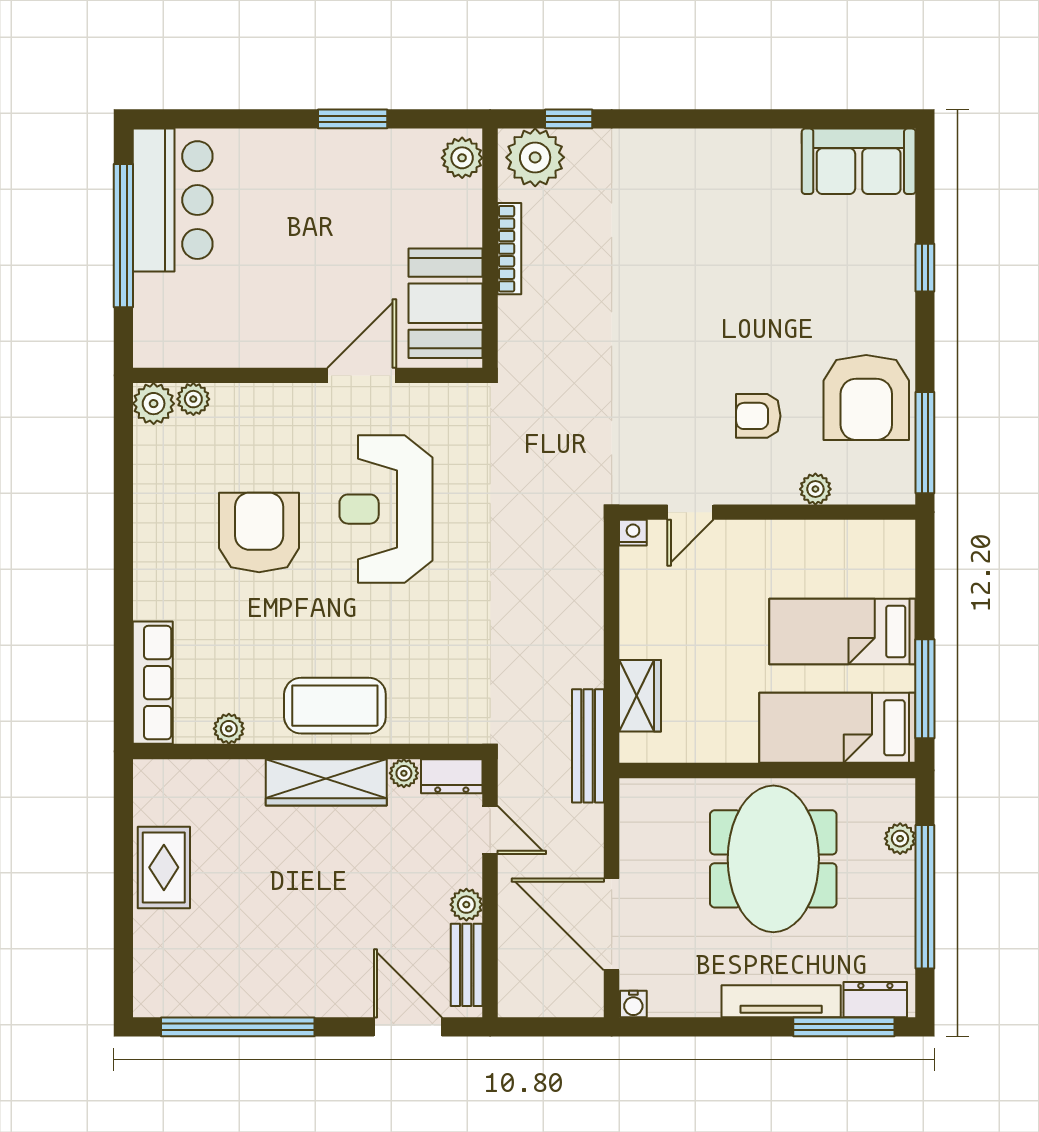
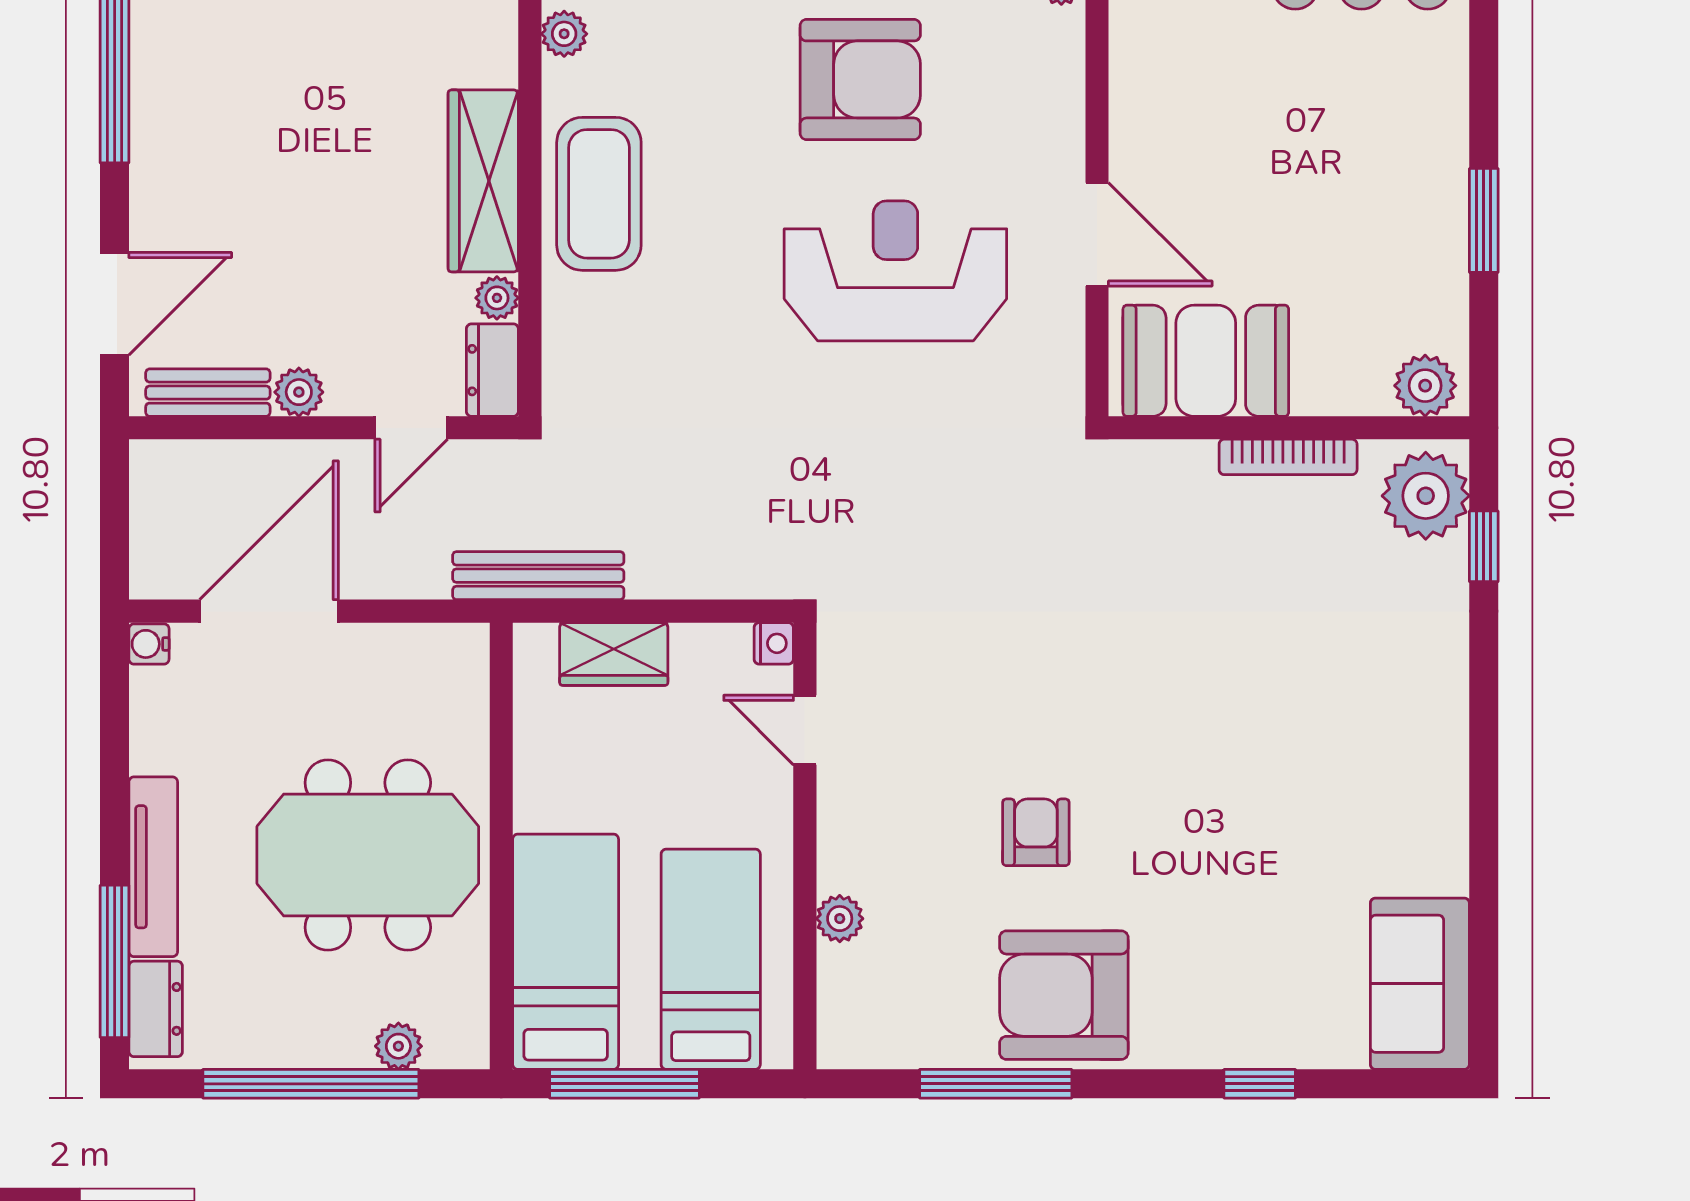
plant: (815, 489) -> (840, 919), moved
door: (690, 512) -> (805, 730), moved
wall: (767, 512) -> (805, 846), moved
nightstand: (633, 533) -> (774, 643), moved

